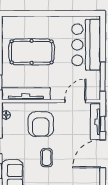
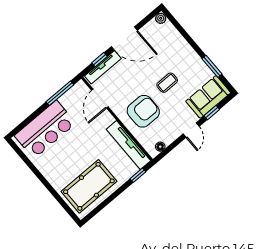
pool table: (32, 52) -> (89, 186), moved, turned 90
door: (75, 101) -> (100, 99), hinge flipped

